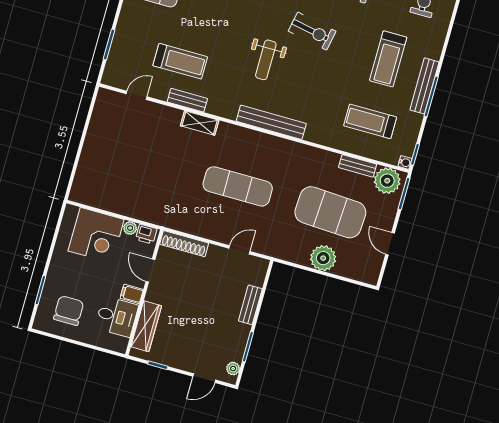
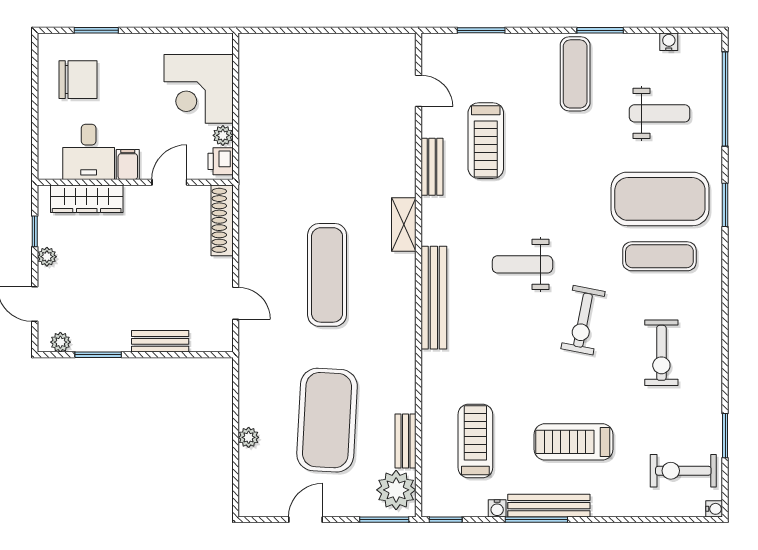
shelving: (200, 123) -> (404, 225), moved
water cooler: (405, 162) -> (497, 508), moved
plant: (323, 258) -> (249, 437), width x0.53, depth x0.53
plant: (176, 362) -> (47, 257), added

